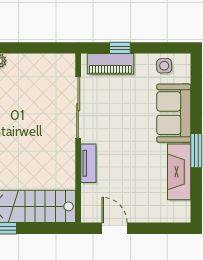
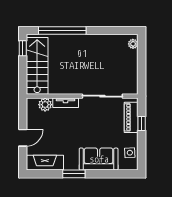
fireplace: (179, 172) -> (45, 163), moved
plant: (91, 194) -> (45, 105), added
door: (115, 228) -> (23, 138), moved

